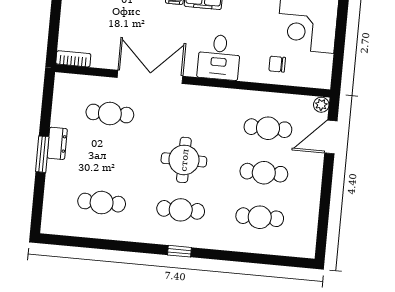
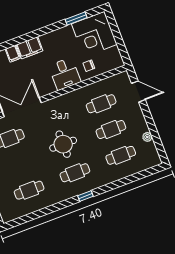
desk: (219, 57) -> (65, 74), moved
plant: (321, 105) -> (147, 137), moved
door: (331, 137) -> (138, 91), swing flipped

